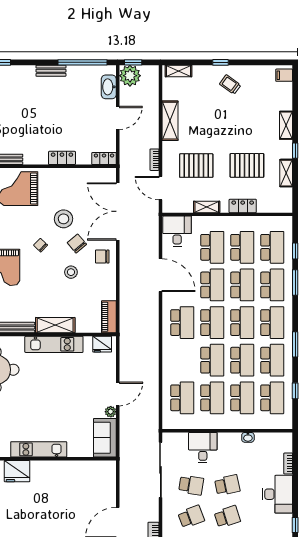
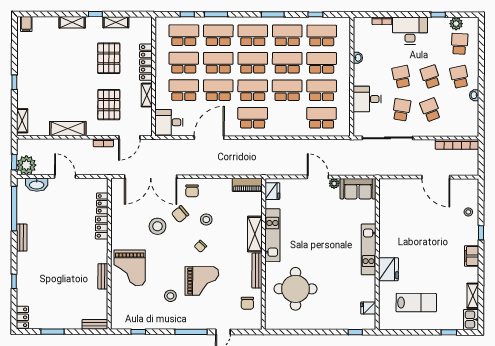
trolley: (230, 85) -> (35, 73), removed
locker: (104, 159) -> (102, 203), moved
locker: (243, 206) -> (146, 62), width x1.53
chair: (41, 245) -> (200, 246), moved

